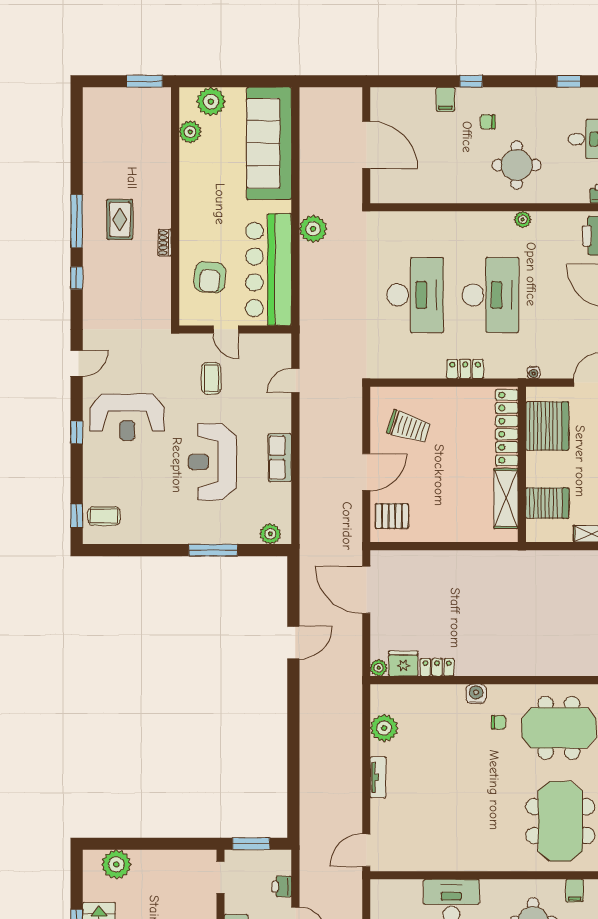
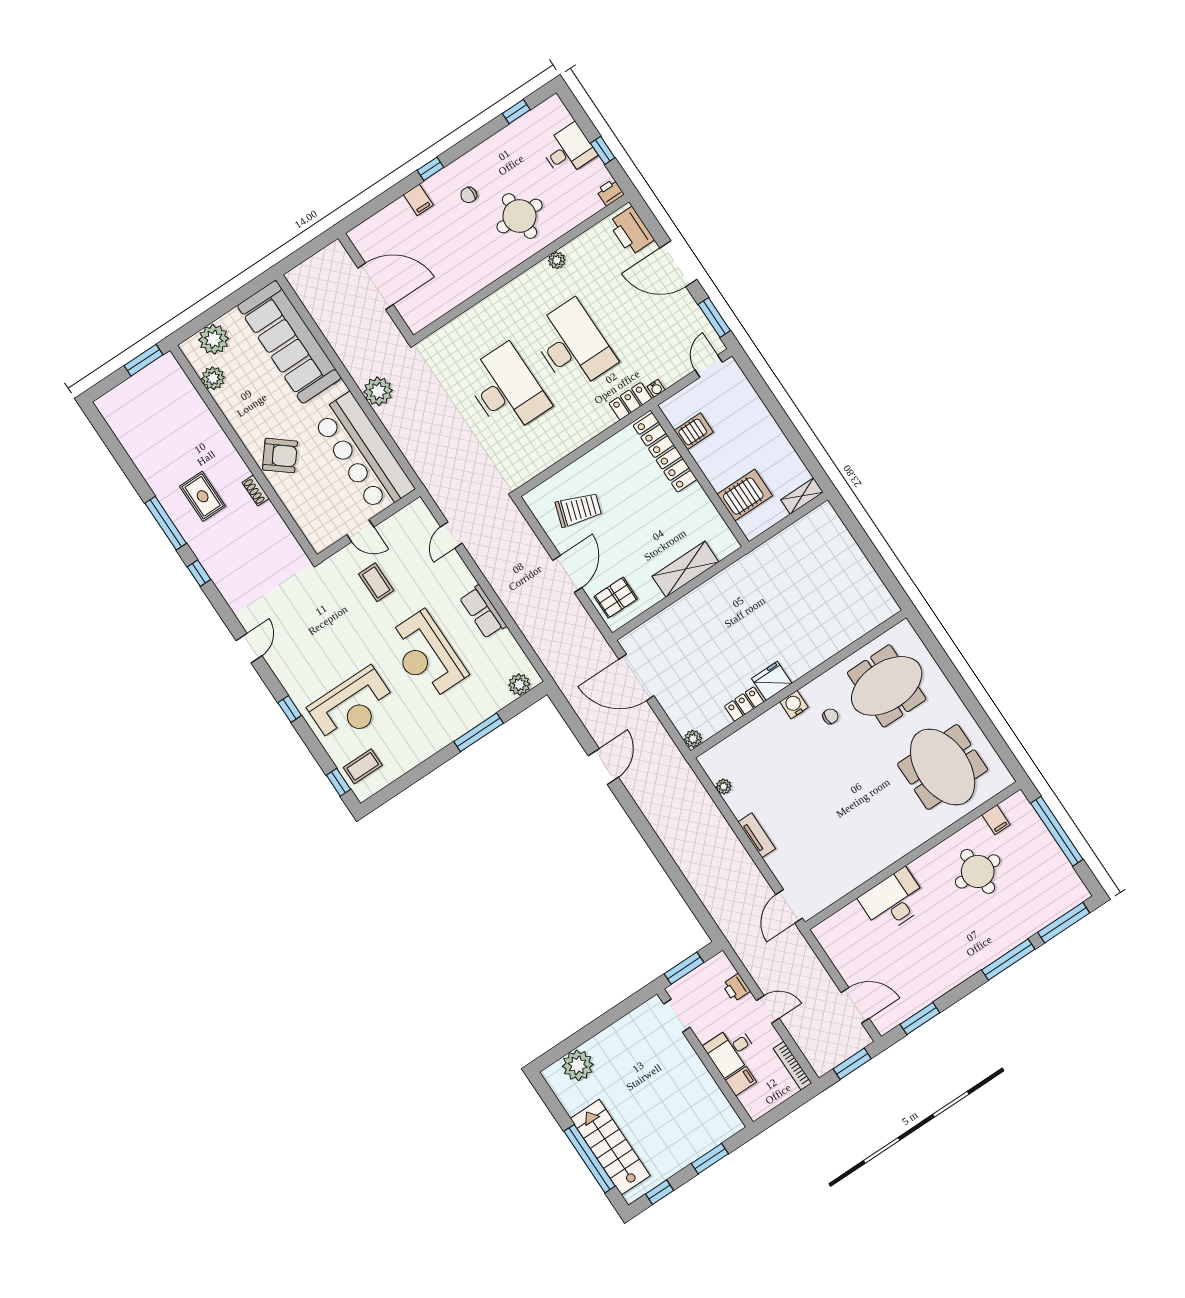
armchair: (210, 277) -> (280, 455), moved, turned -56
locker: (465, 369) -> (630, 401), moved
reception desk: (127, 417) -> (352, 706), moved
server rack: (547, 426) -> (694, 431), width x0.46, depth x0.70
shelving: (506, 498) -> (685, 569), moved, turned 90
fridge: (403, 664) -> (772, 681), moved
plant: (384, 728) -> (724, 787), width x0.53, depth x0.53

